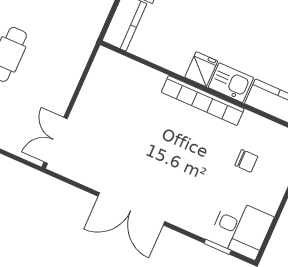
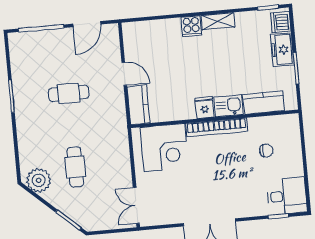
corner desk: (127, 90) -> (164, 148), added

